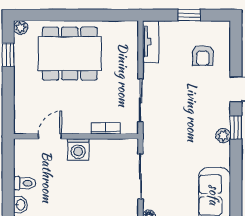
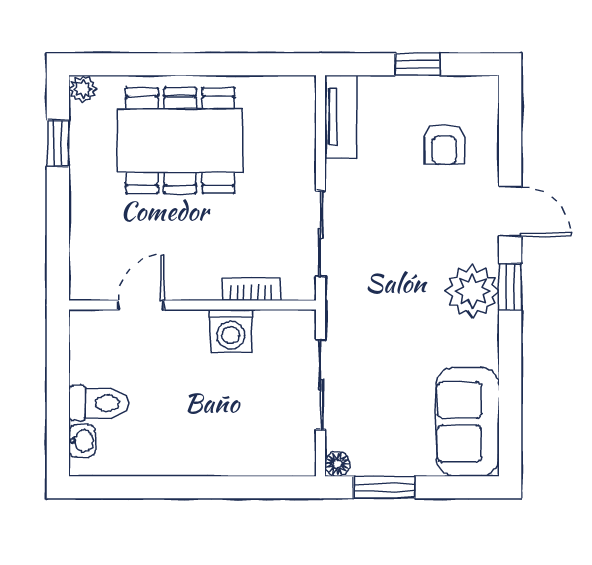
plant: (223, 136) -> (472, 291), width x1.88, depth x1.88
washing machine: (78, 149) -> (231, 331), moved
toilet: (25, 183) -> (99, 403), width x1.37, depth x1.39

